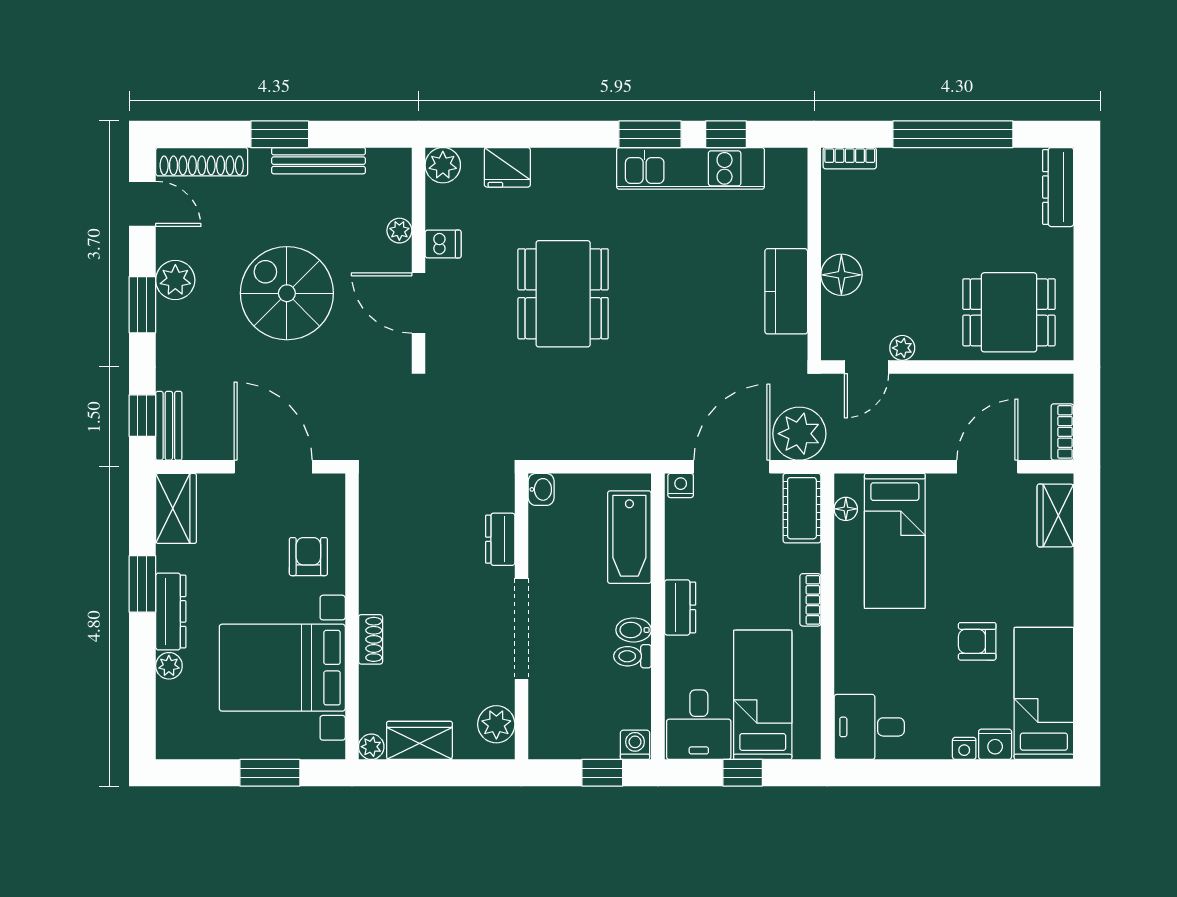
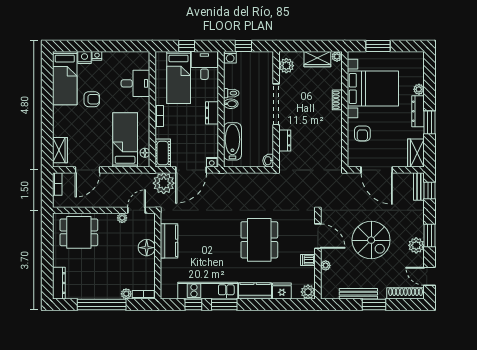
plant: (892, 160) -> (126, 294), added
kitchen counter: (573, 168) -> (255, 291), added
desk: (869, 727) -> (135, 83), moved

